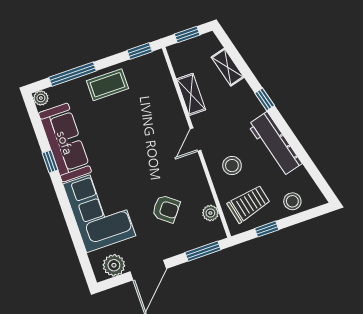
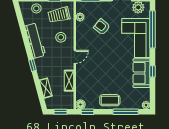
floor lamp: (156, 59) -> (80, 104), added
sofa: (65, 143) -> (142, 73), width x0.73
window: (76, 235) -> (153, 29), added

